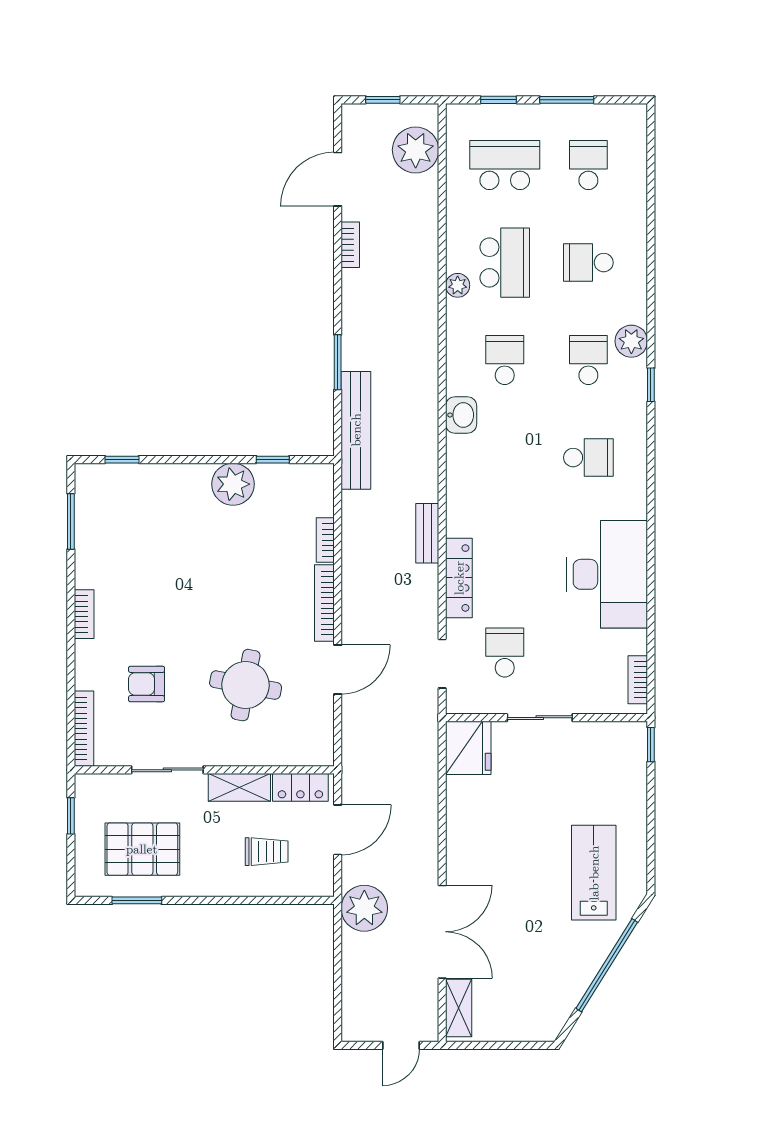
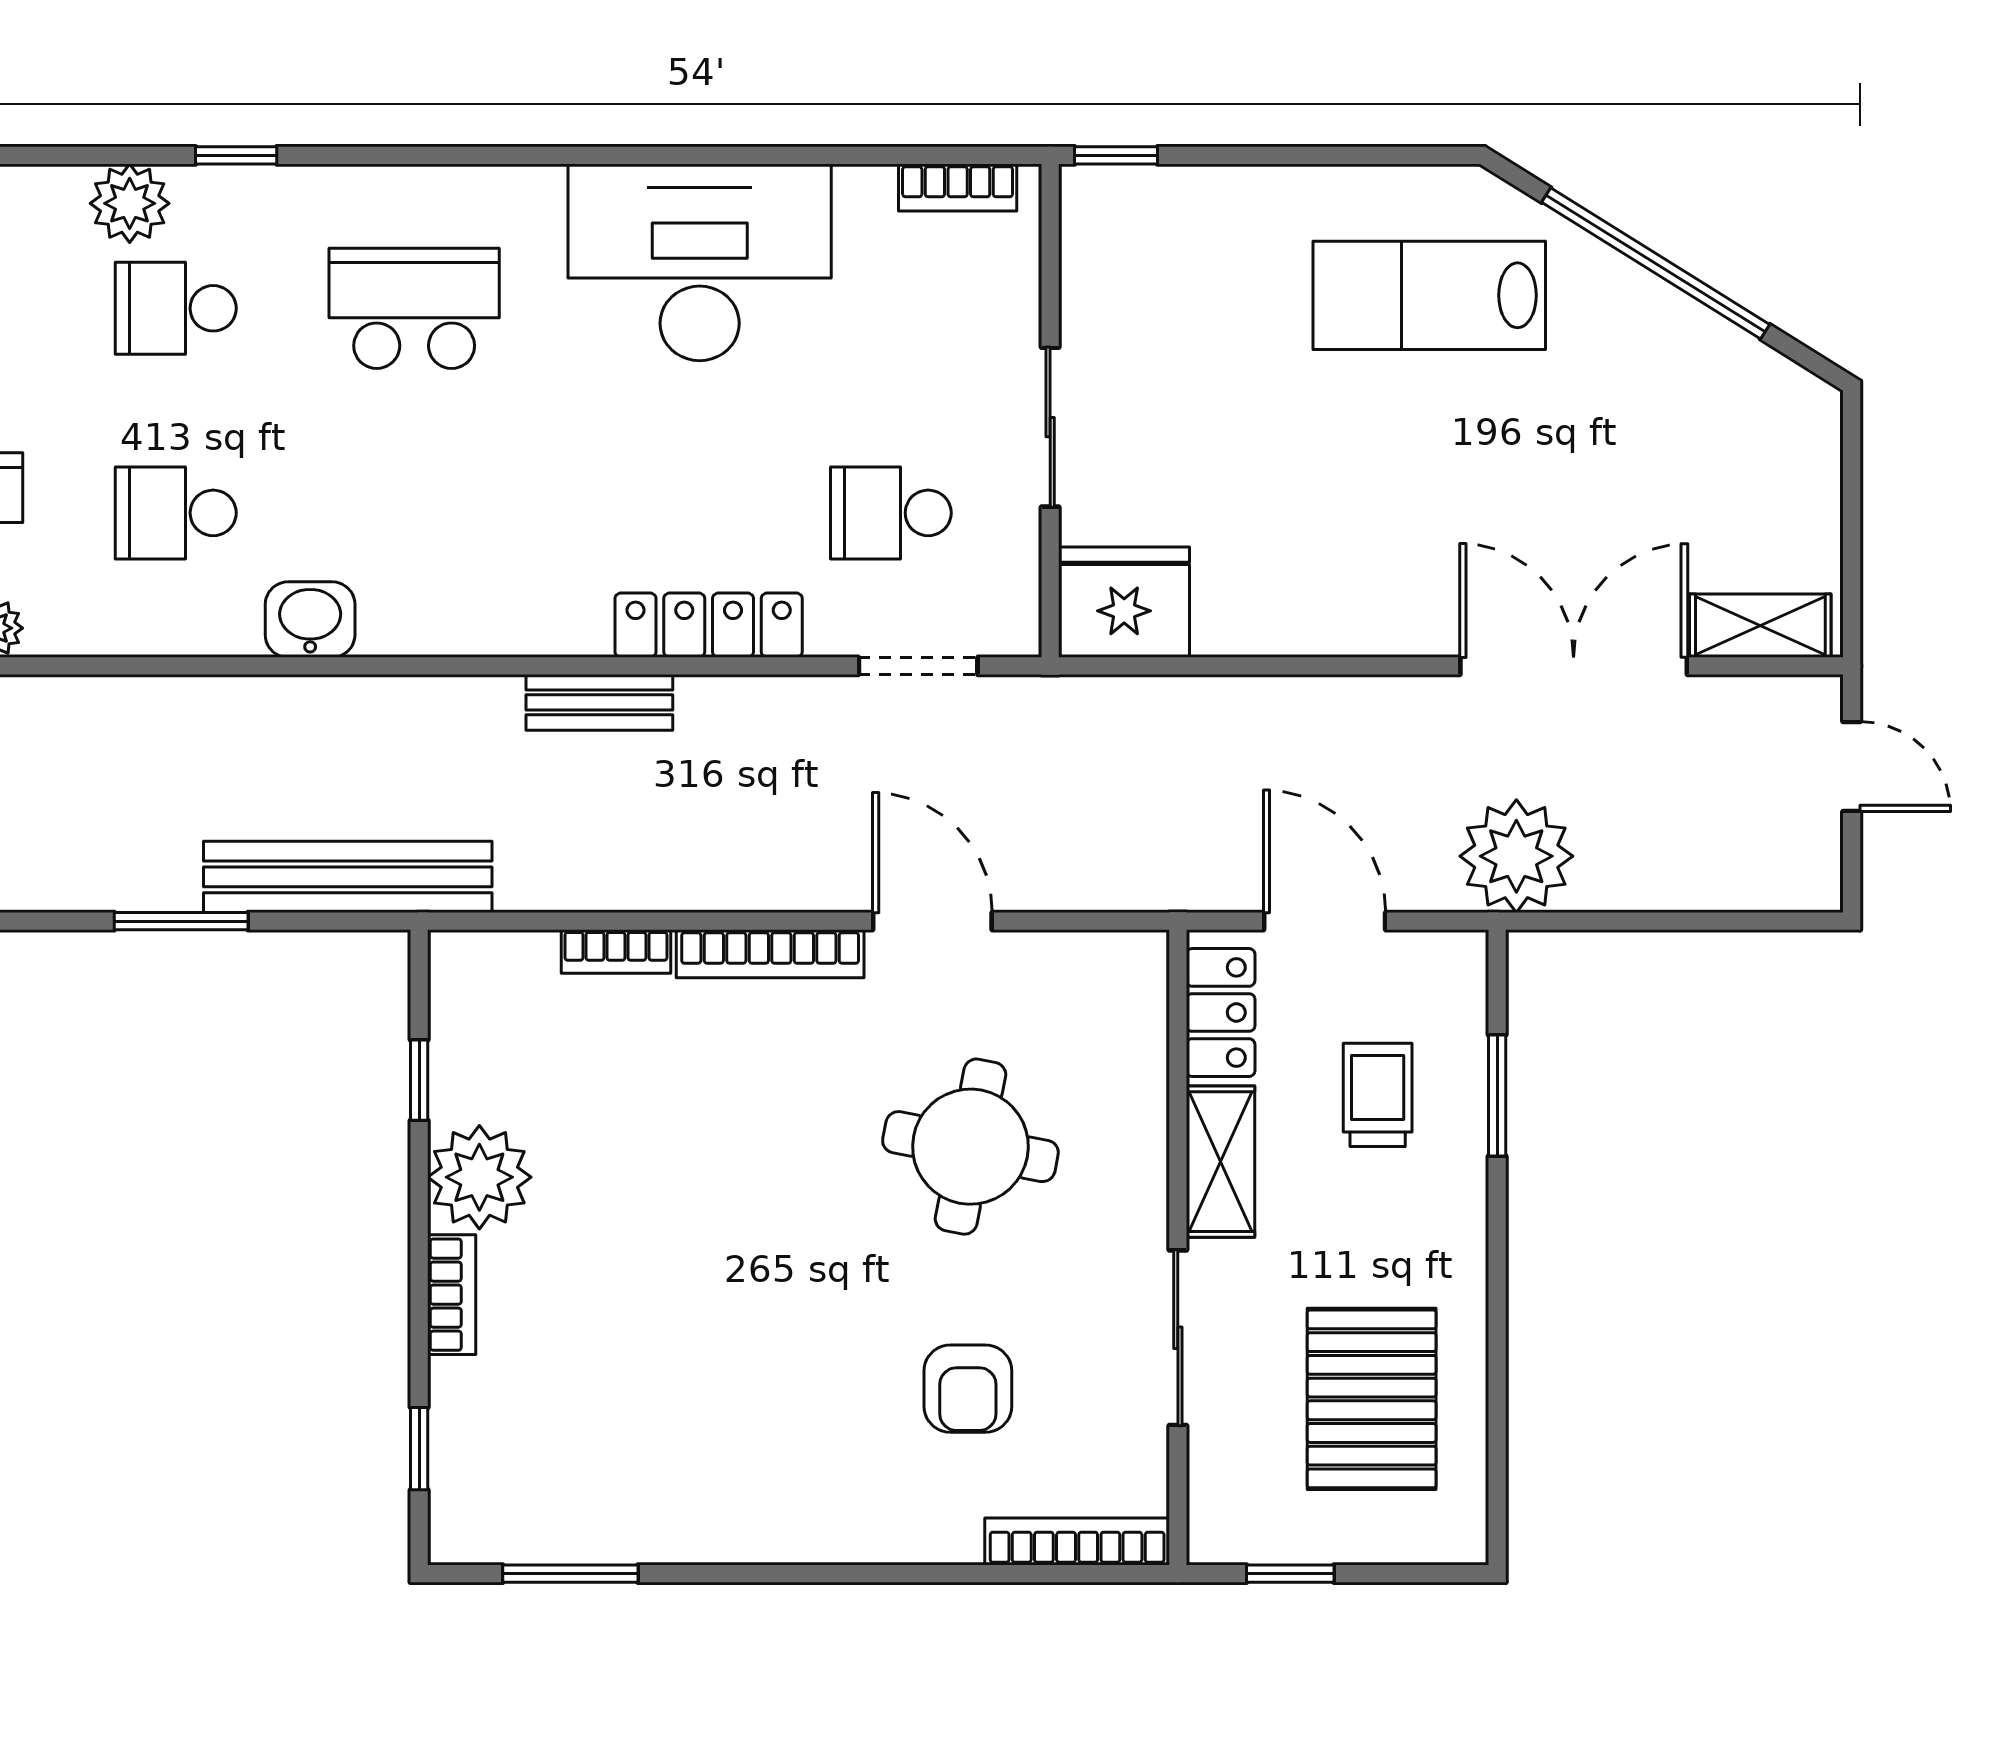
school desk: (588, 458) -> (414, 308), width x1.85
bookcase: (84, 614) -> (452, 1295), moved, turned 90
window: (137, 900) -> (1497, 1096), moved

